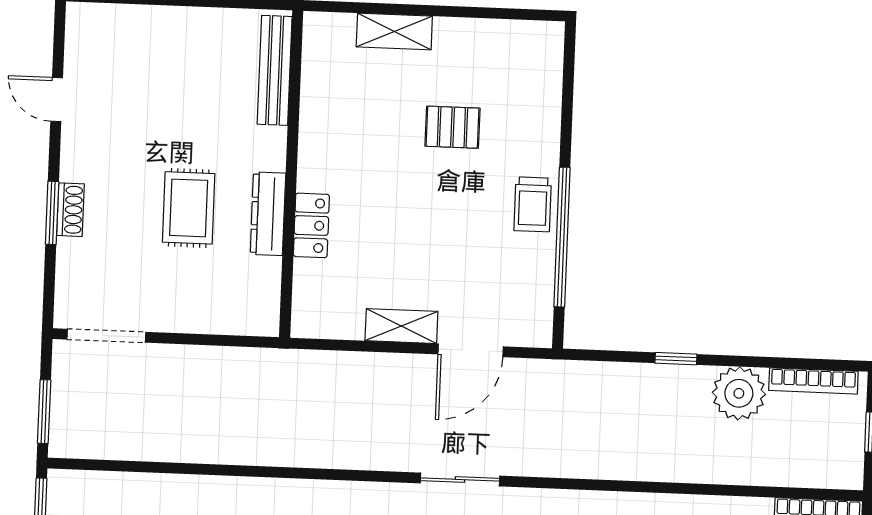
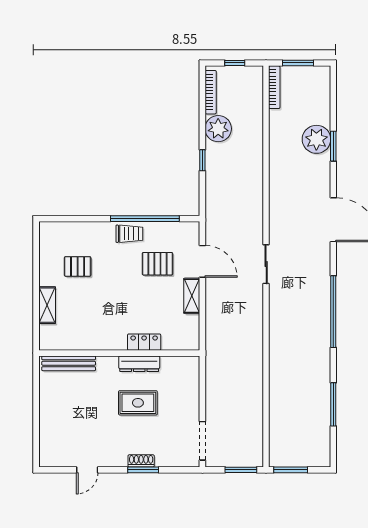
pallet: (452, 127) -> (78, 266), moved, turned 90
pallet: (469, 259) -> (157, 264), added

